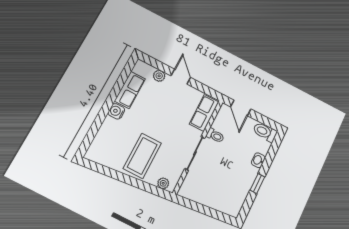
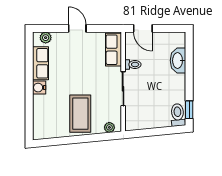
plant: (159, 76) -> (46, 38), moved
toilet: (265, 132) -> (178, 115), moved, turned 84
washbasin: (258, 160) -> (178, 61), width x1.91, depth x1.45
window: (257, 183) -> (189, 110), moved

